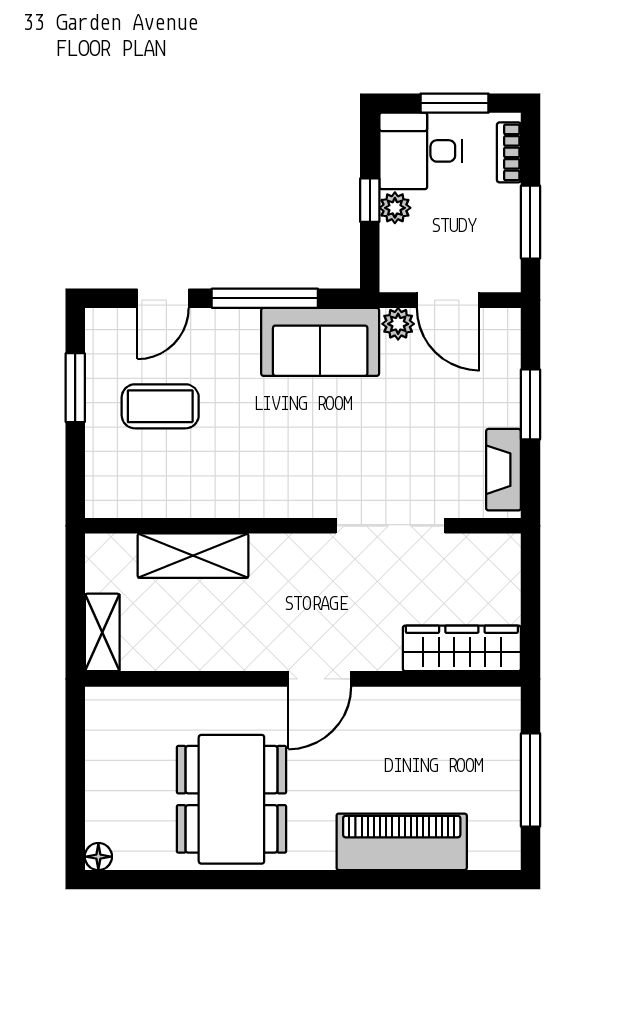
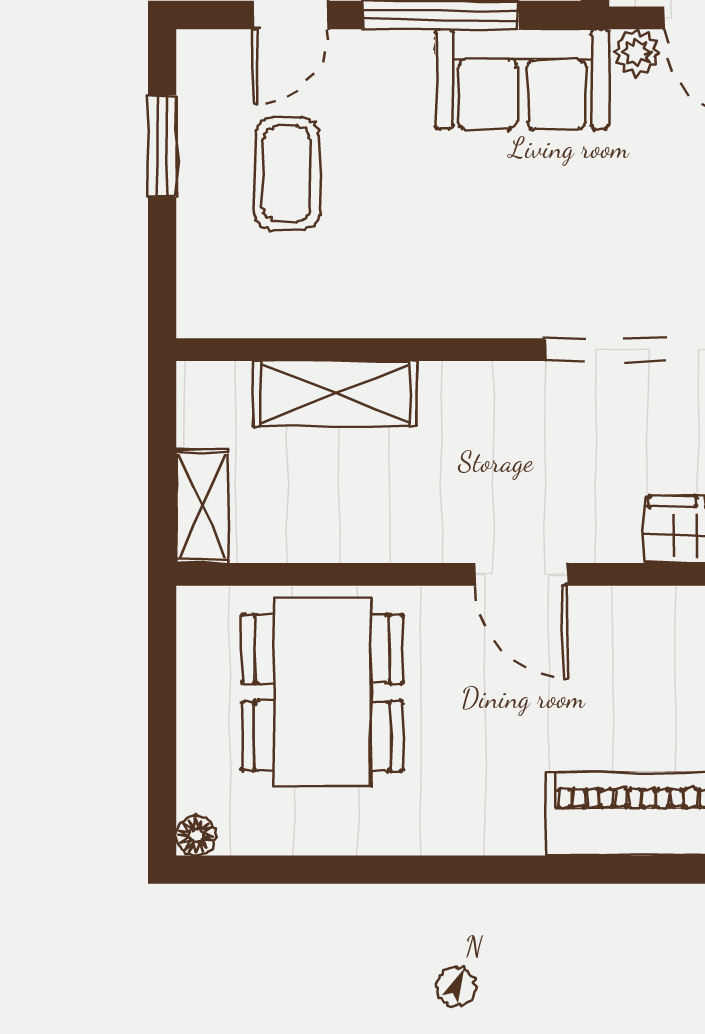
coffee table: (160, 406) -> (287, 174), turned 90
door: (320, 679) -> (521, 574), hinge flipped
dining table: (231, 799) -> (322, 693), moved

